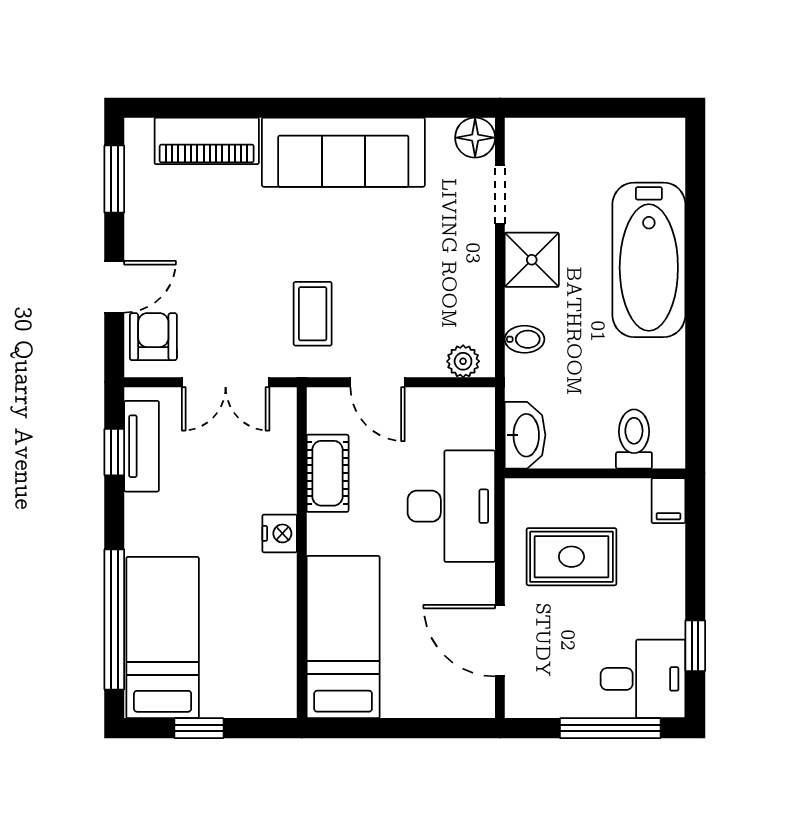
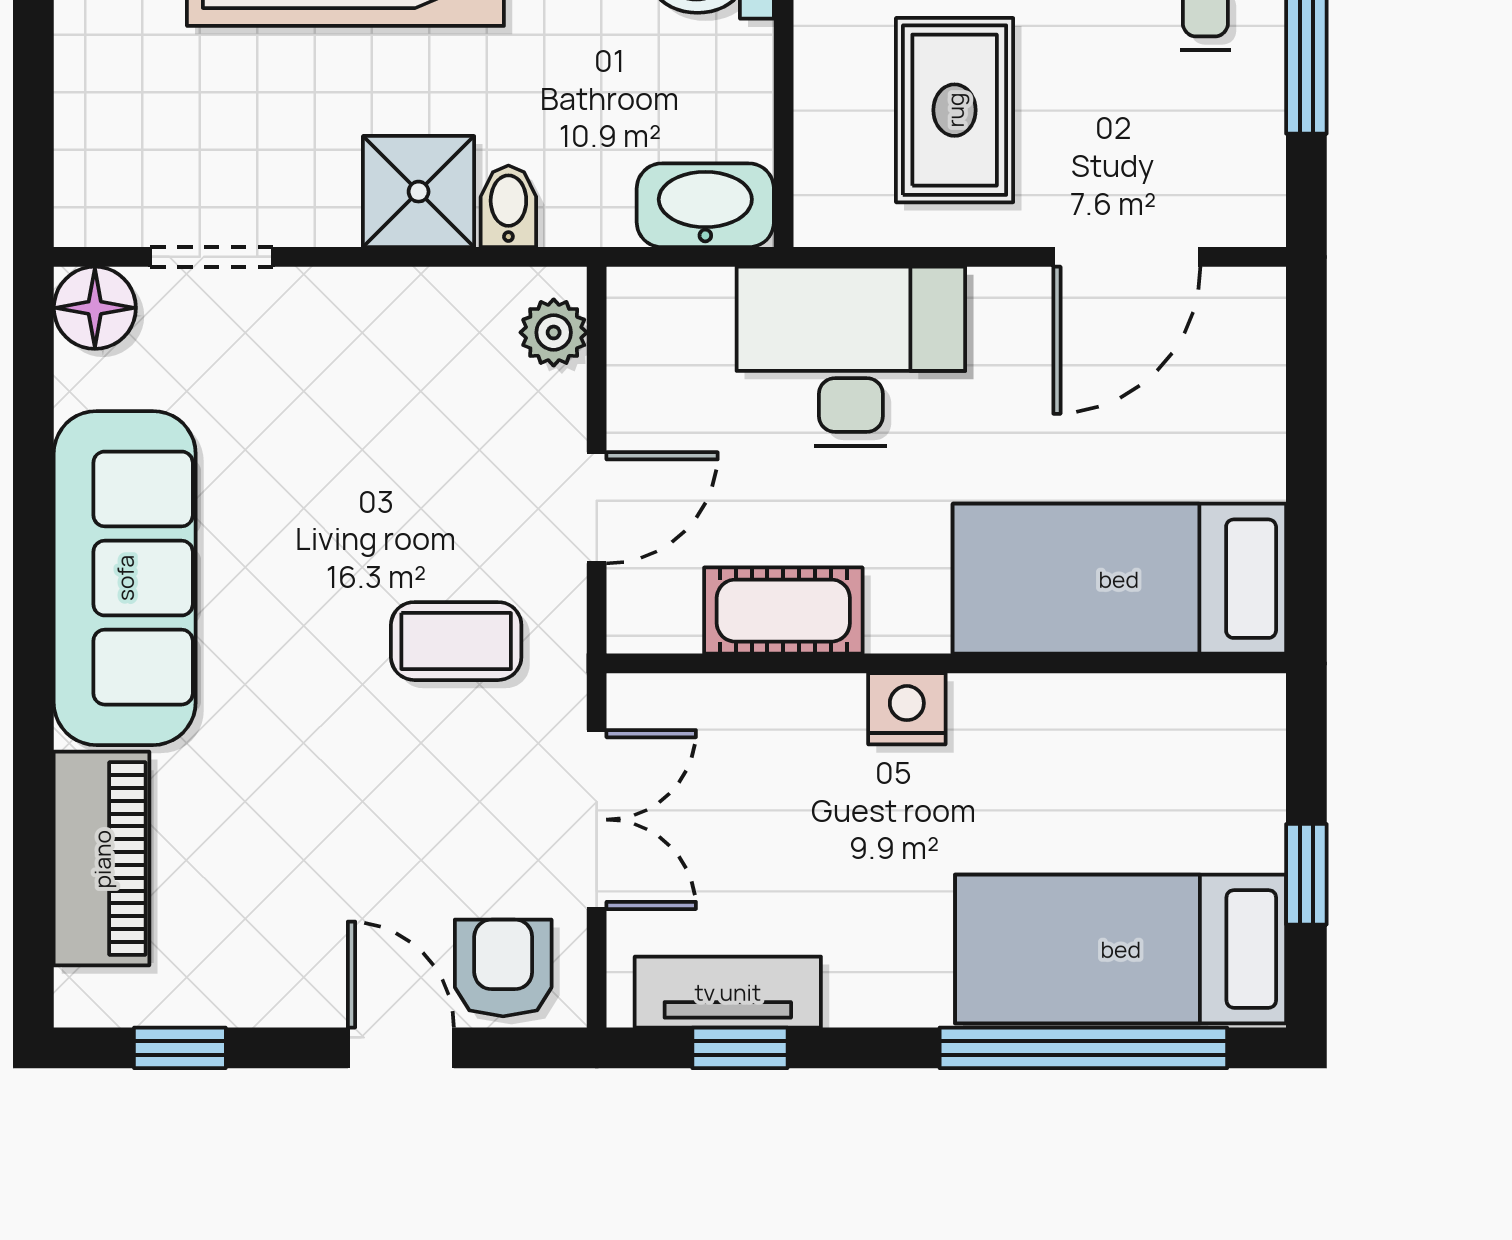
window: (114, 179) -> (180, 1048), width x0.67
shower: (532, 260) -> (419, 192), moved
armchair: (153, 337) -> (503, 968), turned 90

